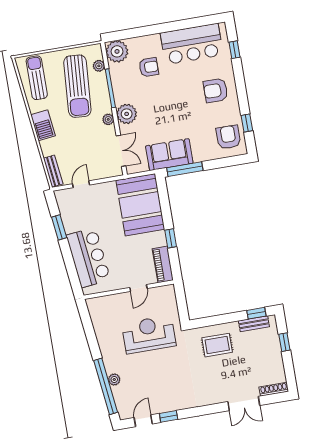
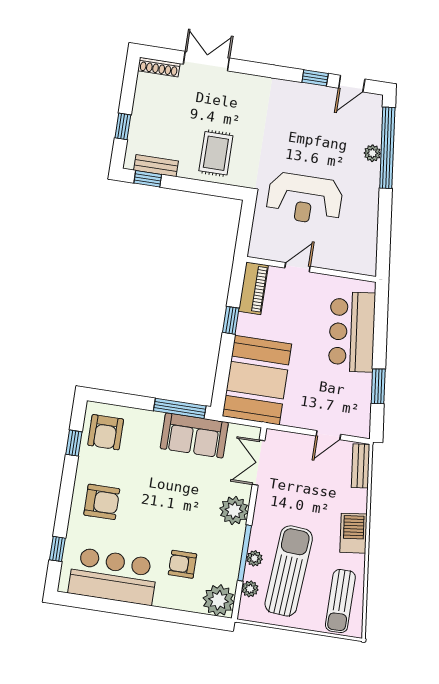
plant: (108, 119) -> (254, 558), moved
rug: (217, 345) -> (216, 153), turned 90

